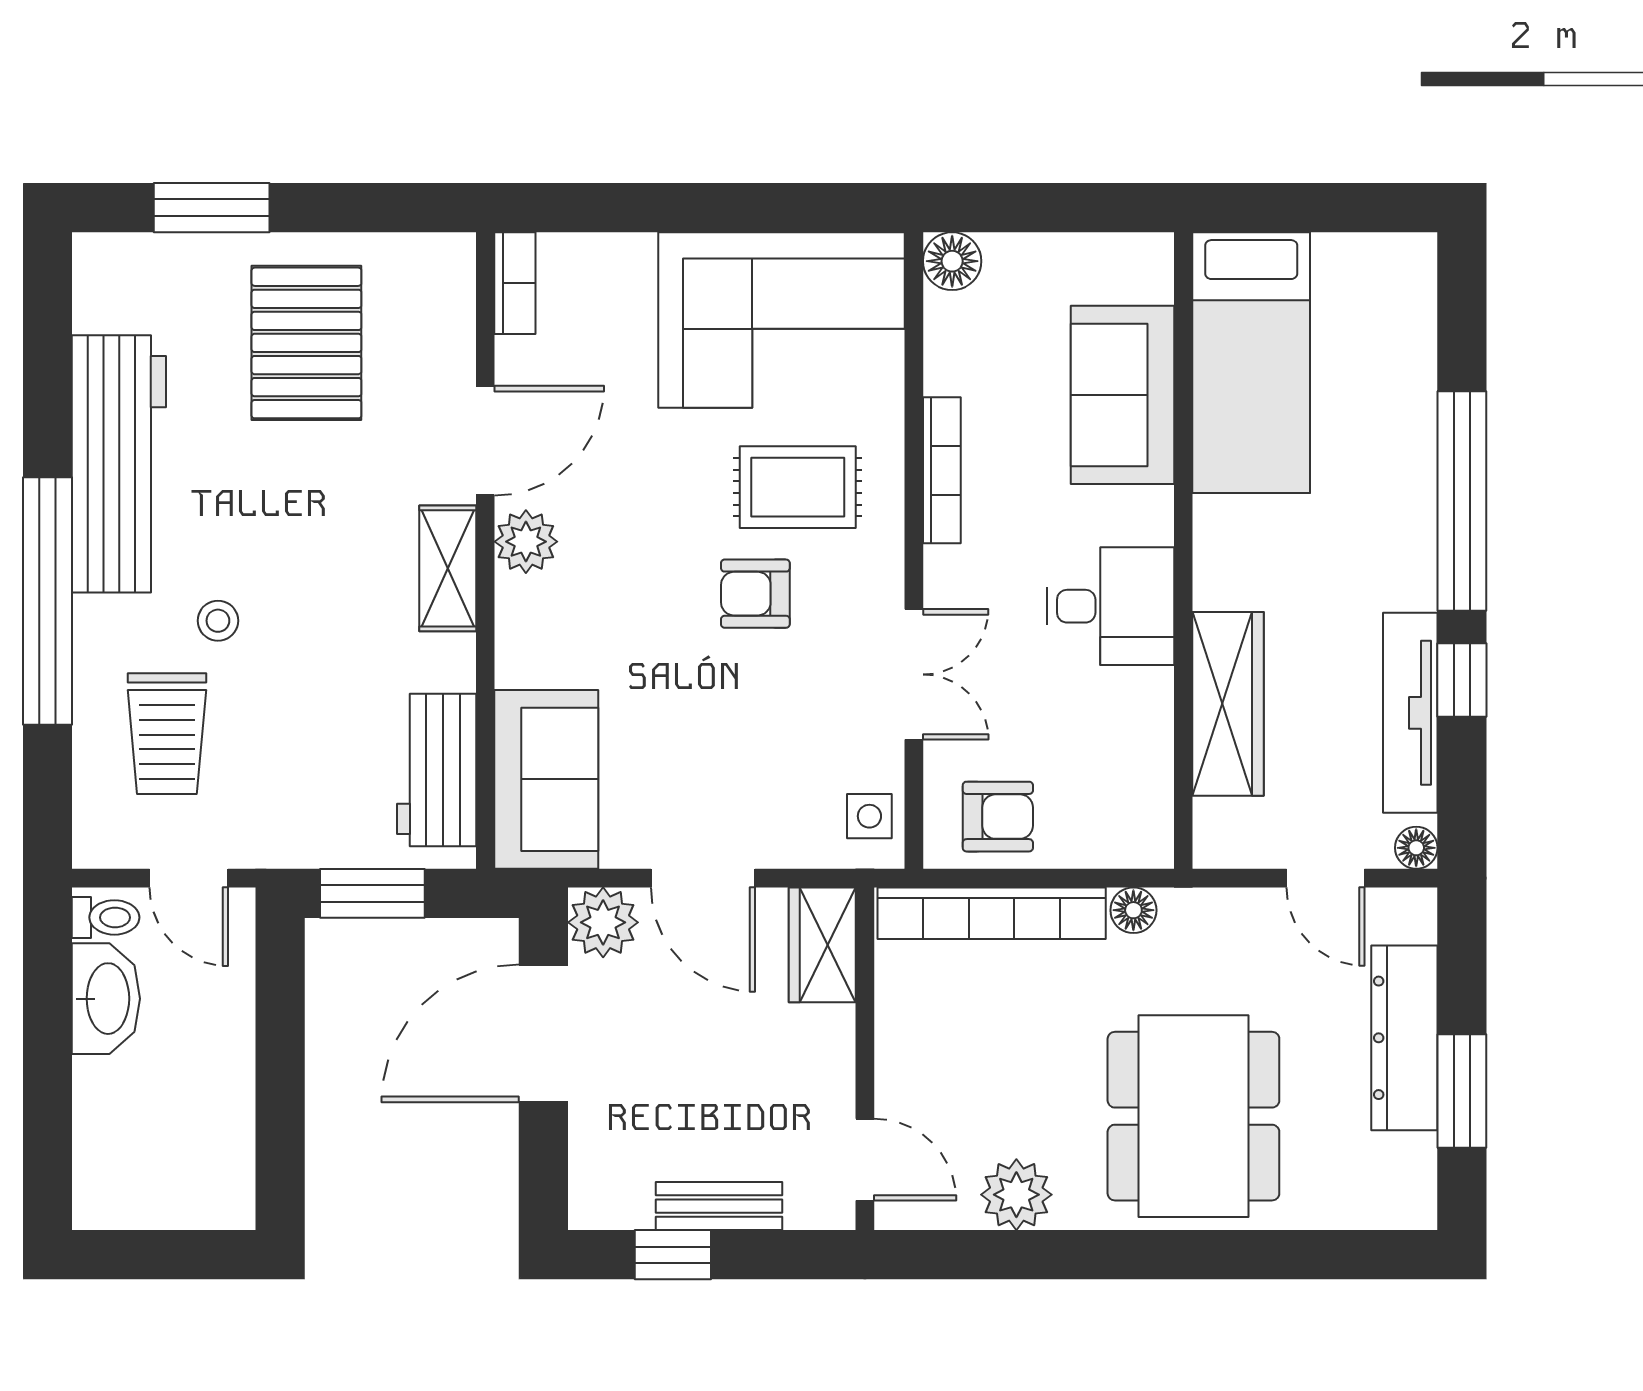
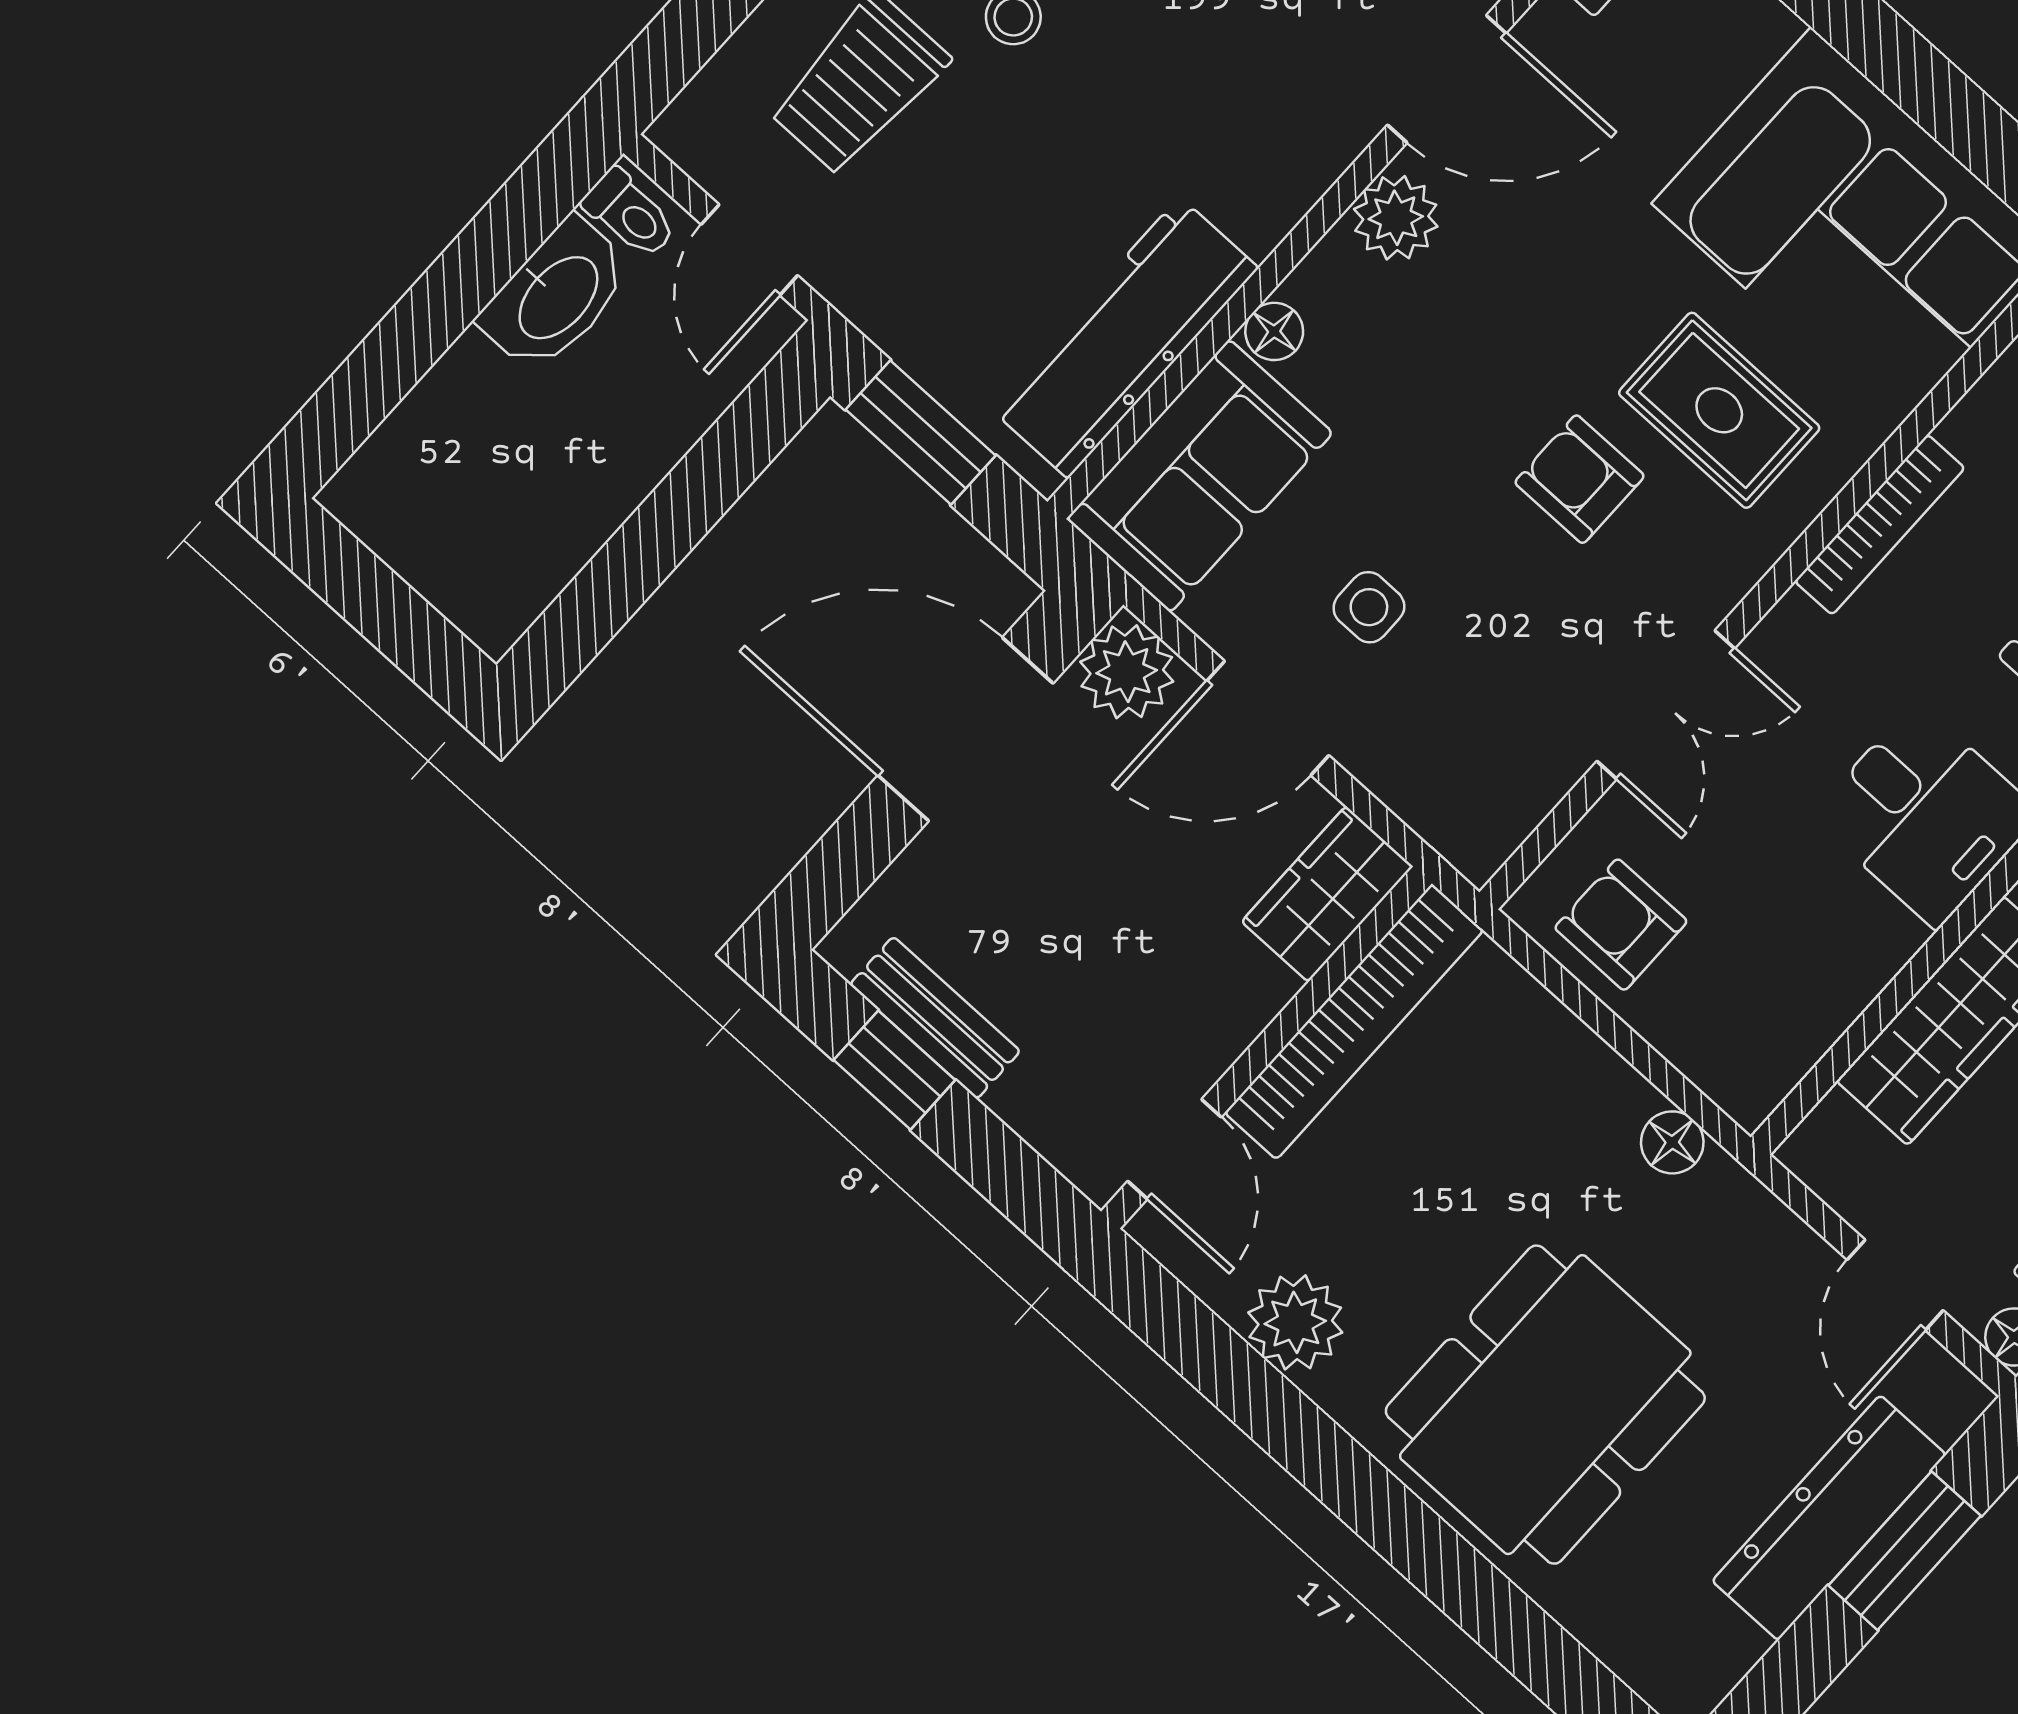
shelving: (448, 568) -> (1293, 173), removed
floor lamp: (516, 664) -> (1274, 331), added
workbench: (437, 770) -> (1124, 338), width x1.38
side table: (869, 816) -> (1369, 607), moved
armchair: (998, 817) -> (1621, 925), turned 180
door: (703, 878) -> (1268, 718), hinge flipped
bookcase: (992, 913) -> (1354, 1022), moved, turned -90
window: (1462, 1091) -> (1905, 1551), moved
bench: (719, 1206) -> (935, 1018), moved

